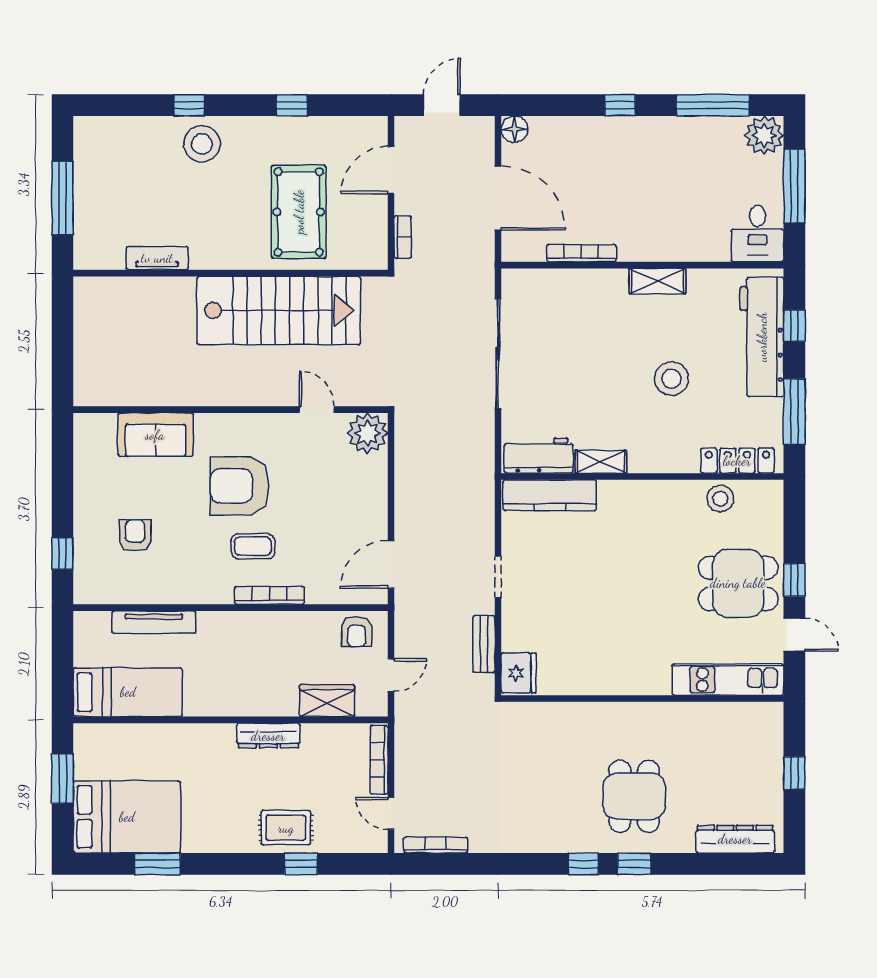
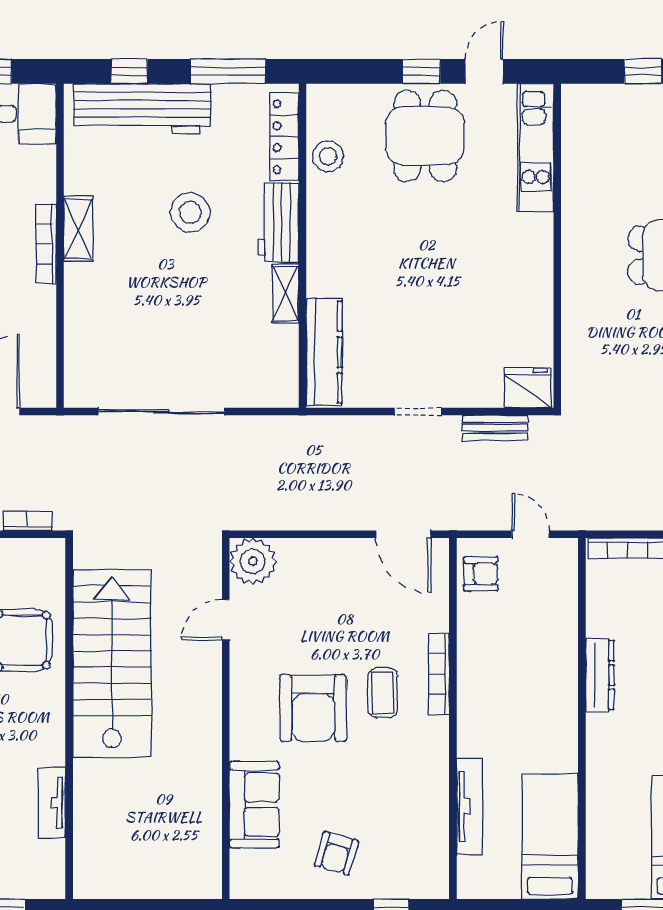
bookcase: (581, 253) -> (46, 244), moved
workbench: (539, 456) -> (278, 222), moved
armchair: (135, 536) -> (337, 853), moved, turned -74
wardrobe: (327, 701) -> (560, 608), removed

